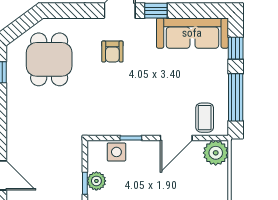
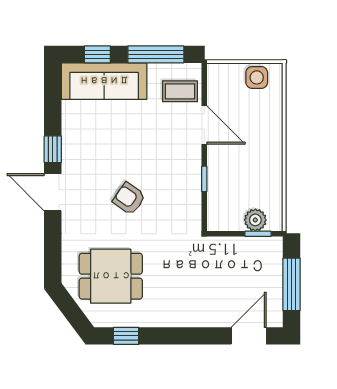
sofa: (192, 33) -> (104, 81), moved, turned 90
armchair: (112, 51) -> (129, 199), moved, turned -145
side table: (116, 152) -> (257, 77), moved
plant: (216, 153) -> (222, 78), removed

